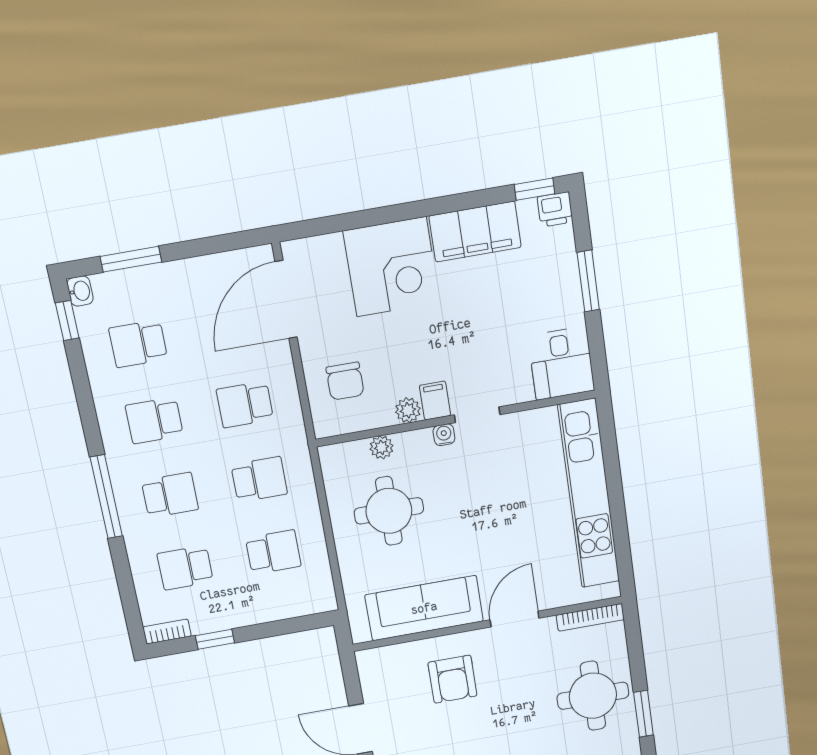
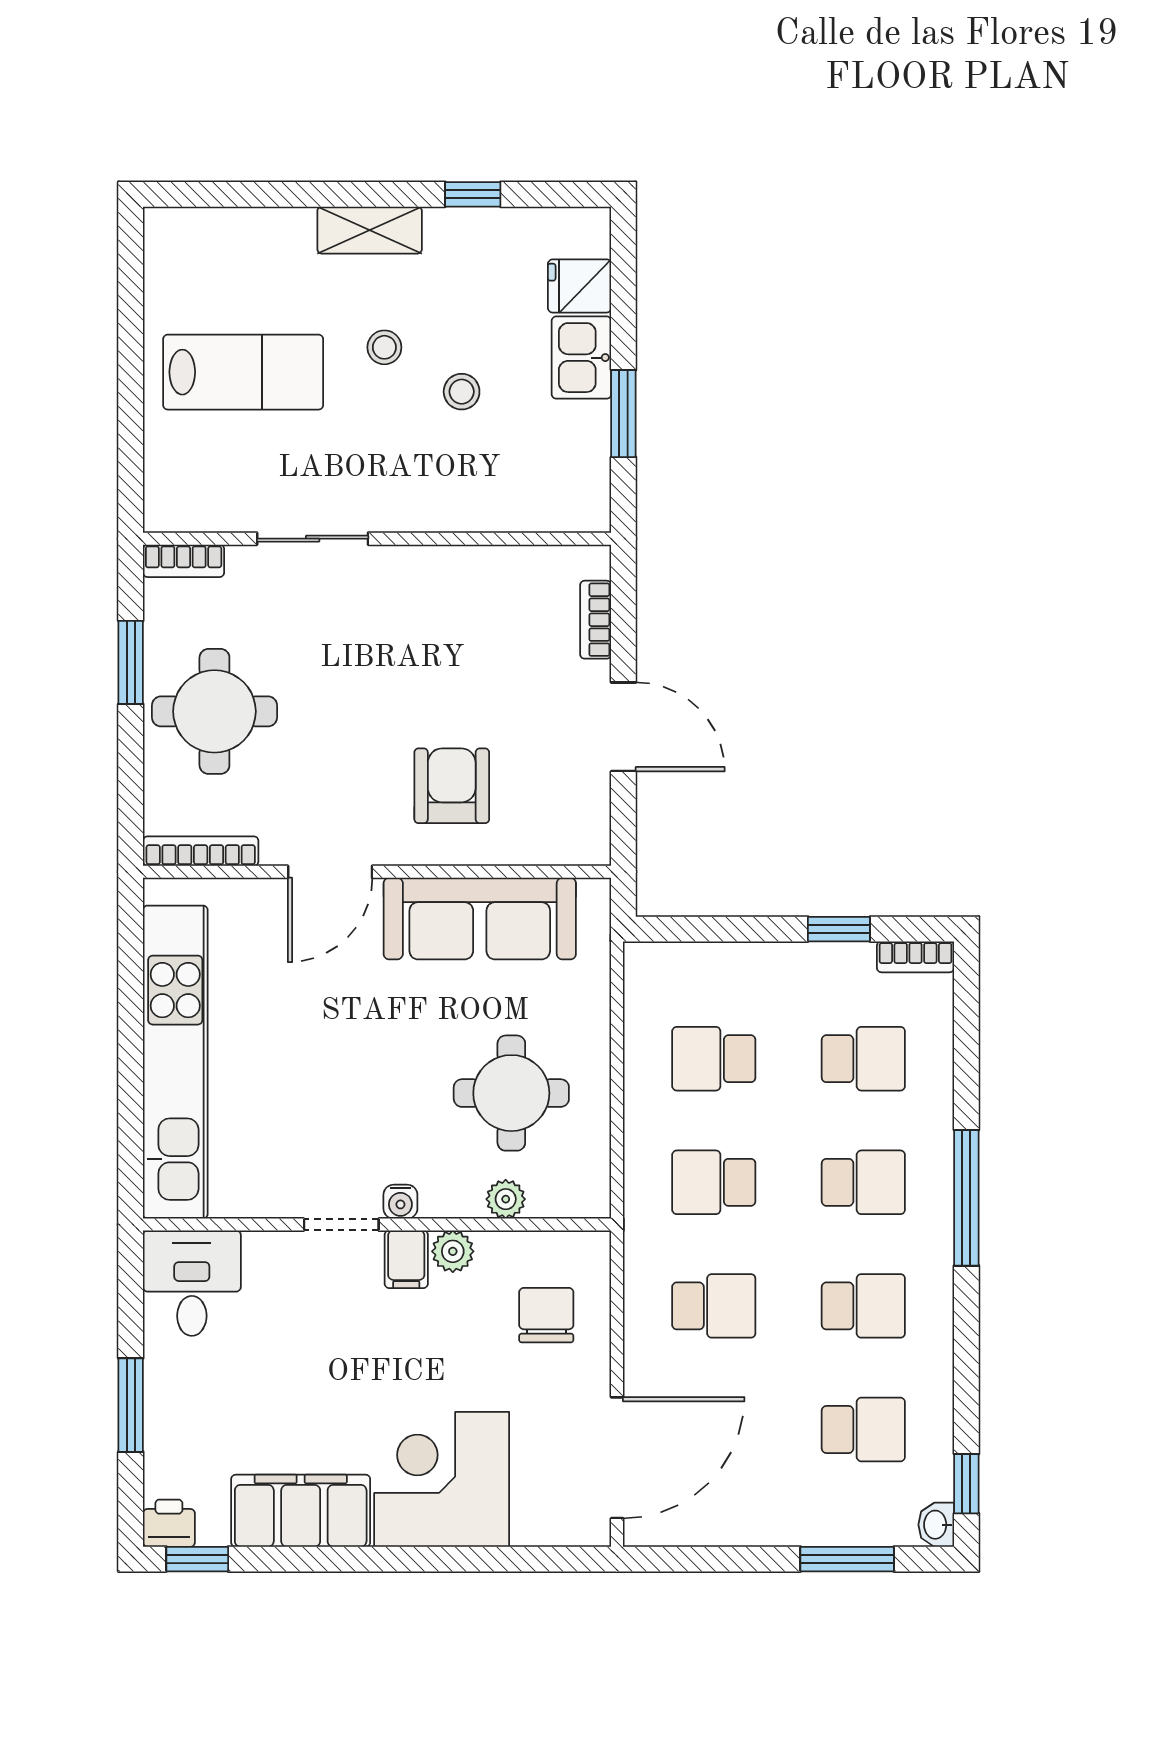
school desk: (170, 495) -> (863, 1182), turned 180

